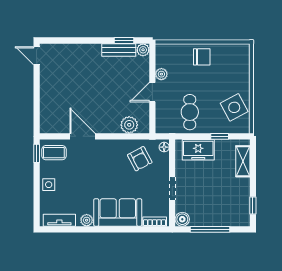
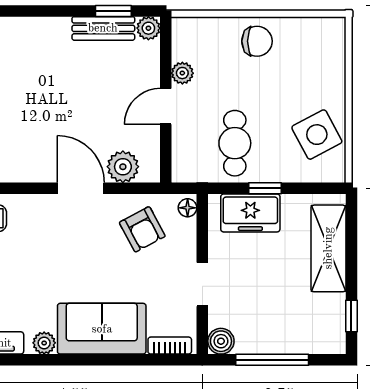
door: (83, 136) -> (81, 188), moved
window: (220, 136) -> (265, 188), moved
shelving: (243, 161) -> (328, 248), width x1.50, depth x1.33

